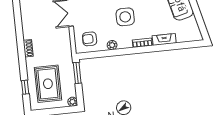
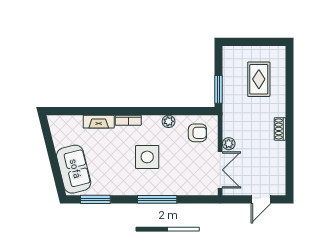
rug: (48, 84) -> (259, 79), width x0.73, depth x0.70
window: (25, 87) -> (289, 78), removed
plant: (73, 102) -> (229, 144), moved

